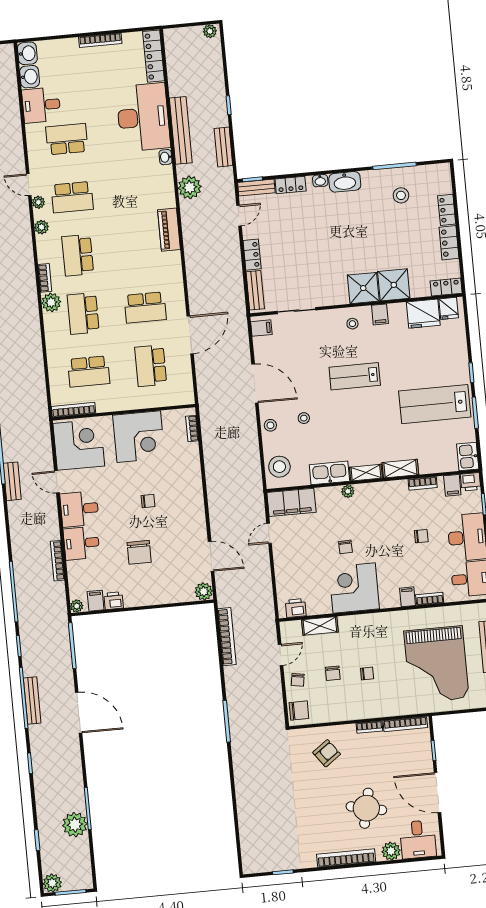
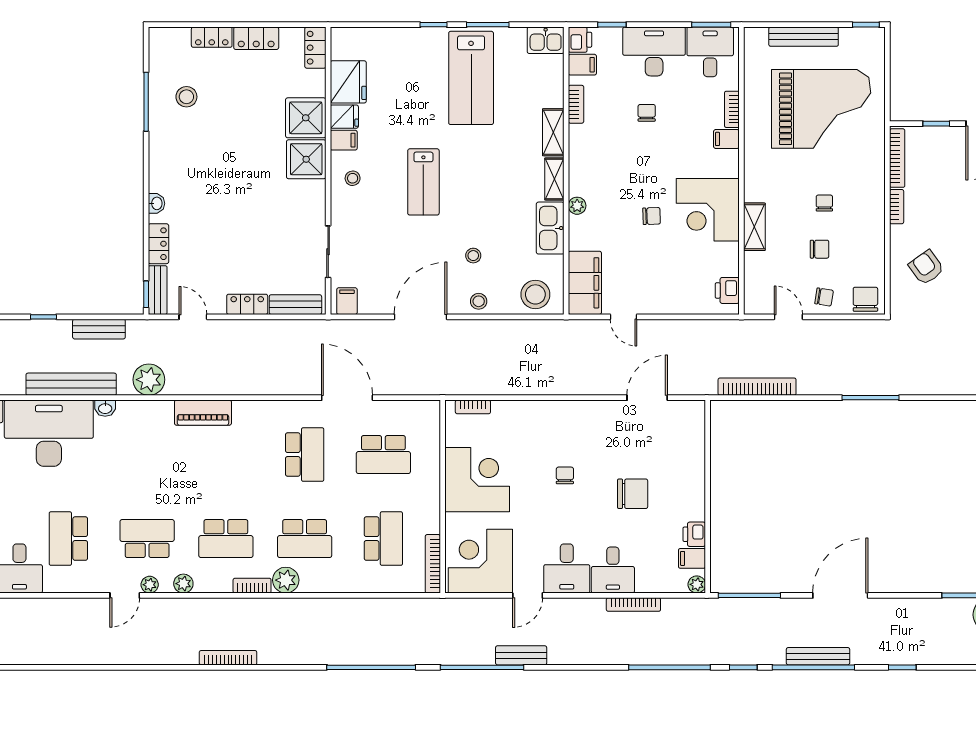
washbasin: (345, 182) -> (161, 171), removed
school desk: (72, 197) -> (147, 539), turned -90
fridge: (449, 308) -> (344, 117), moved
plant: (204, 591) -> (693, 412), removed
shelving: (320, 626) -> (754, 227), moved

